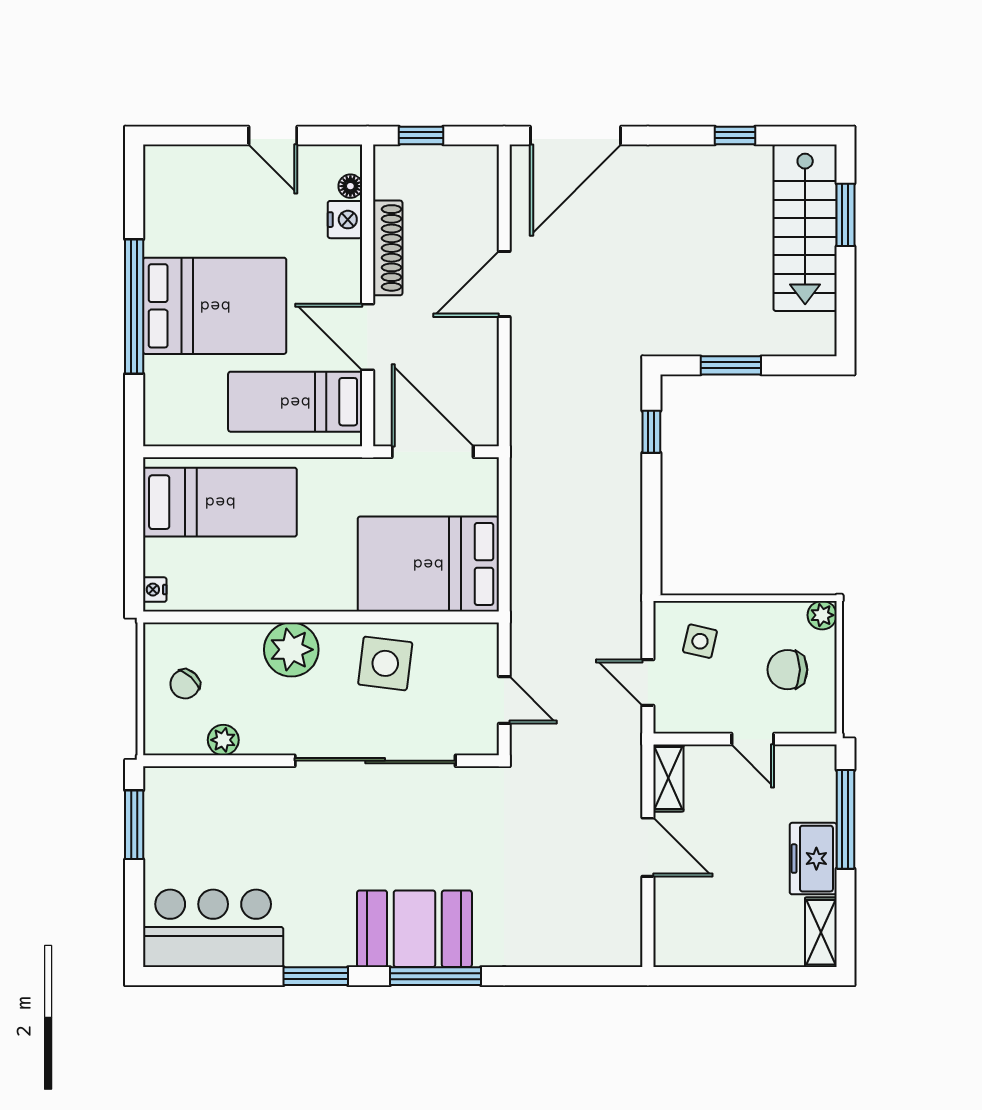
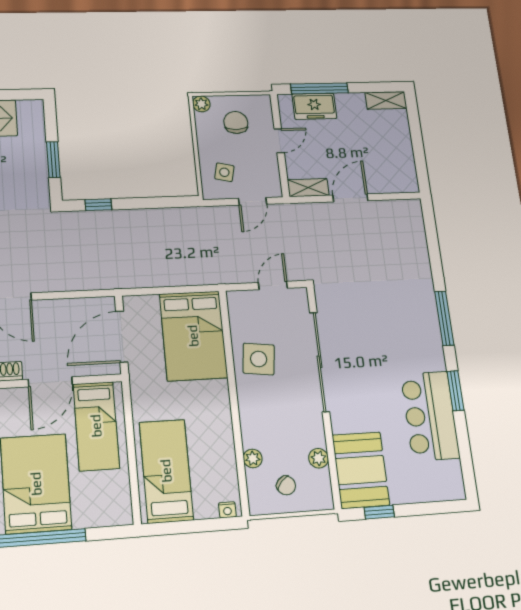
plant: (291, 650) -> (253, 458), moved, width x0.53, depth x0.53
chair: (787, 670) -> (236, 122), turned 180
window: (134, 825) -> (379, 512), width x0.67
freezer: (813, 859) -> (314, 106), moved
bar counter: (213, 928) -> (430, 416), moved
booth: (414, 929) -> (361, 470), moved

